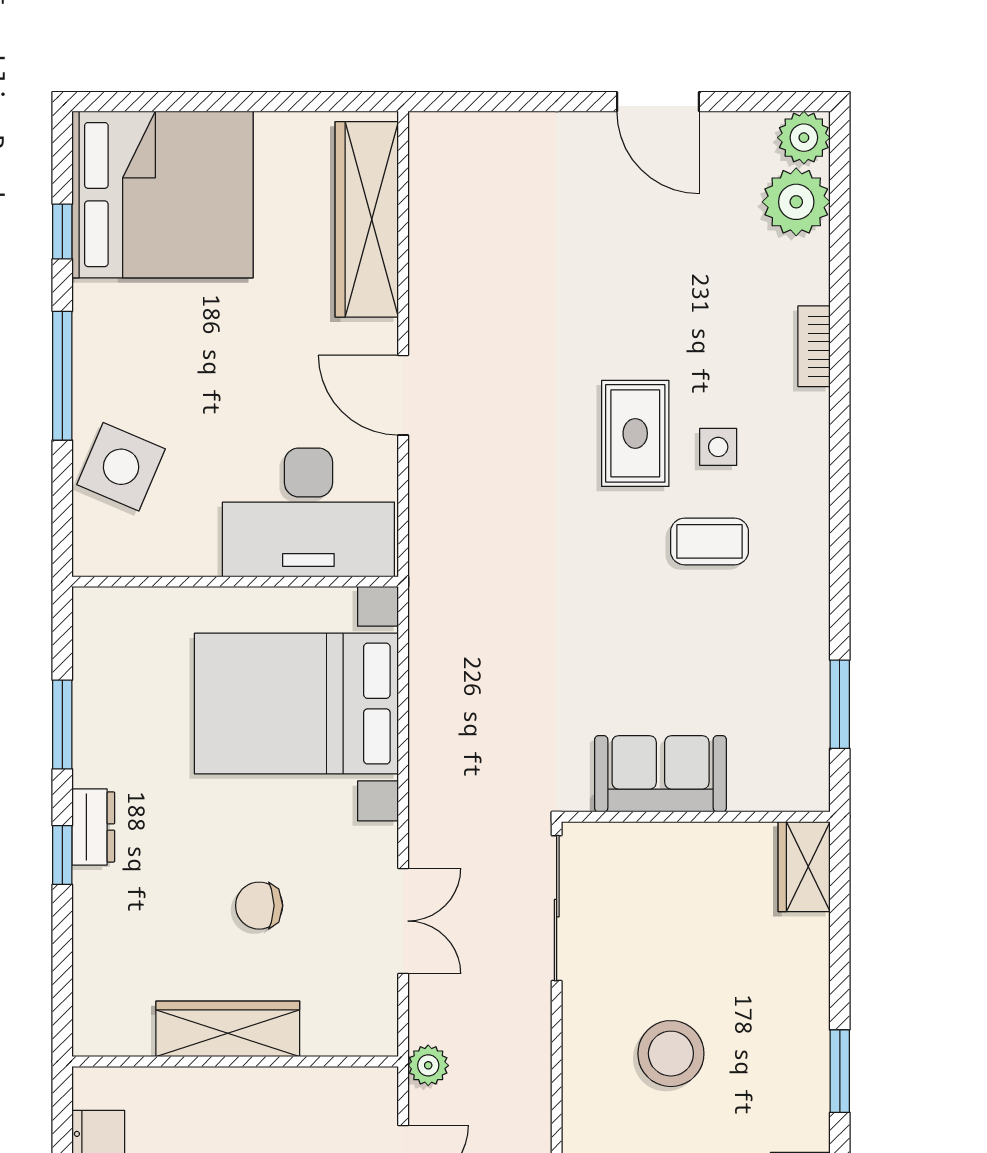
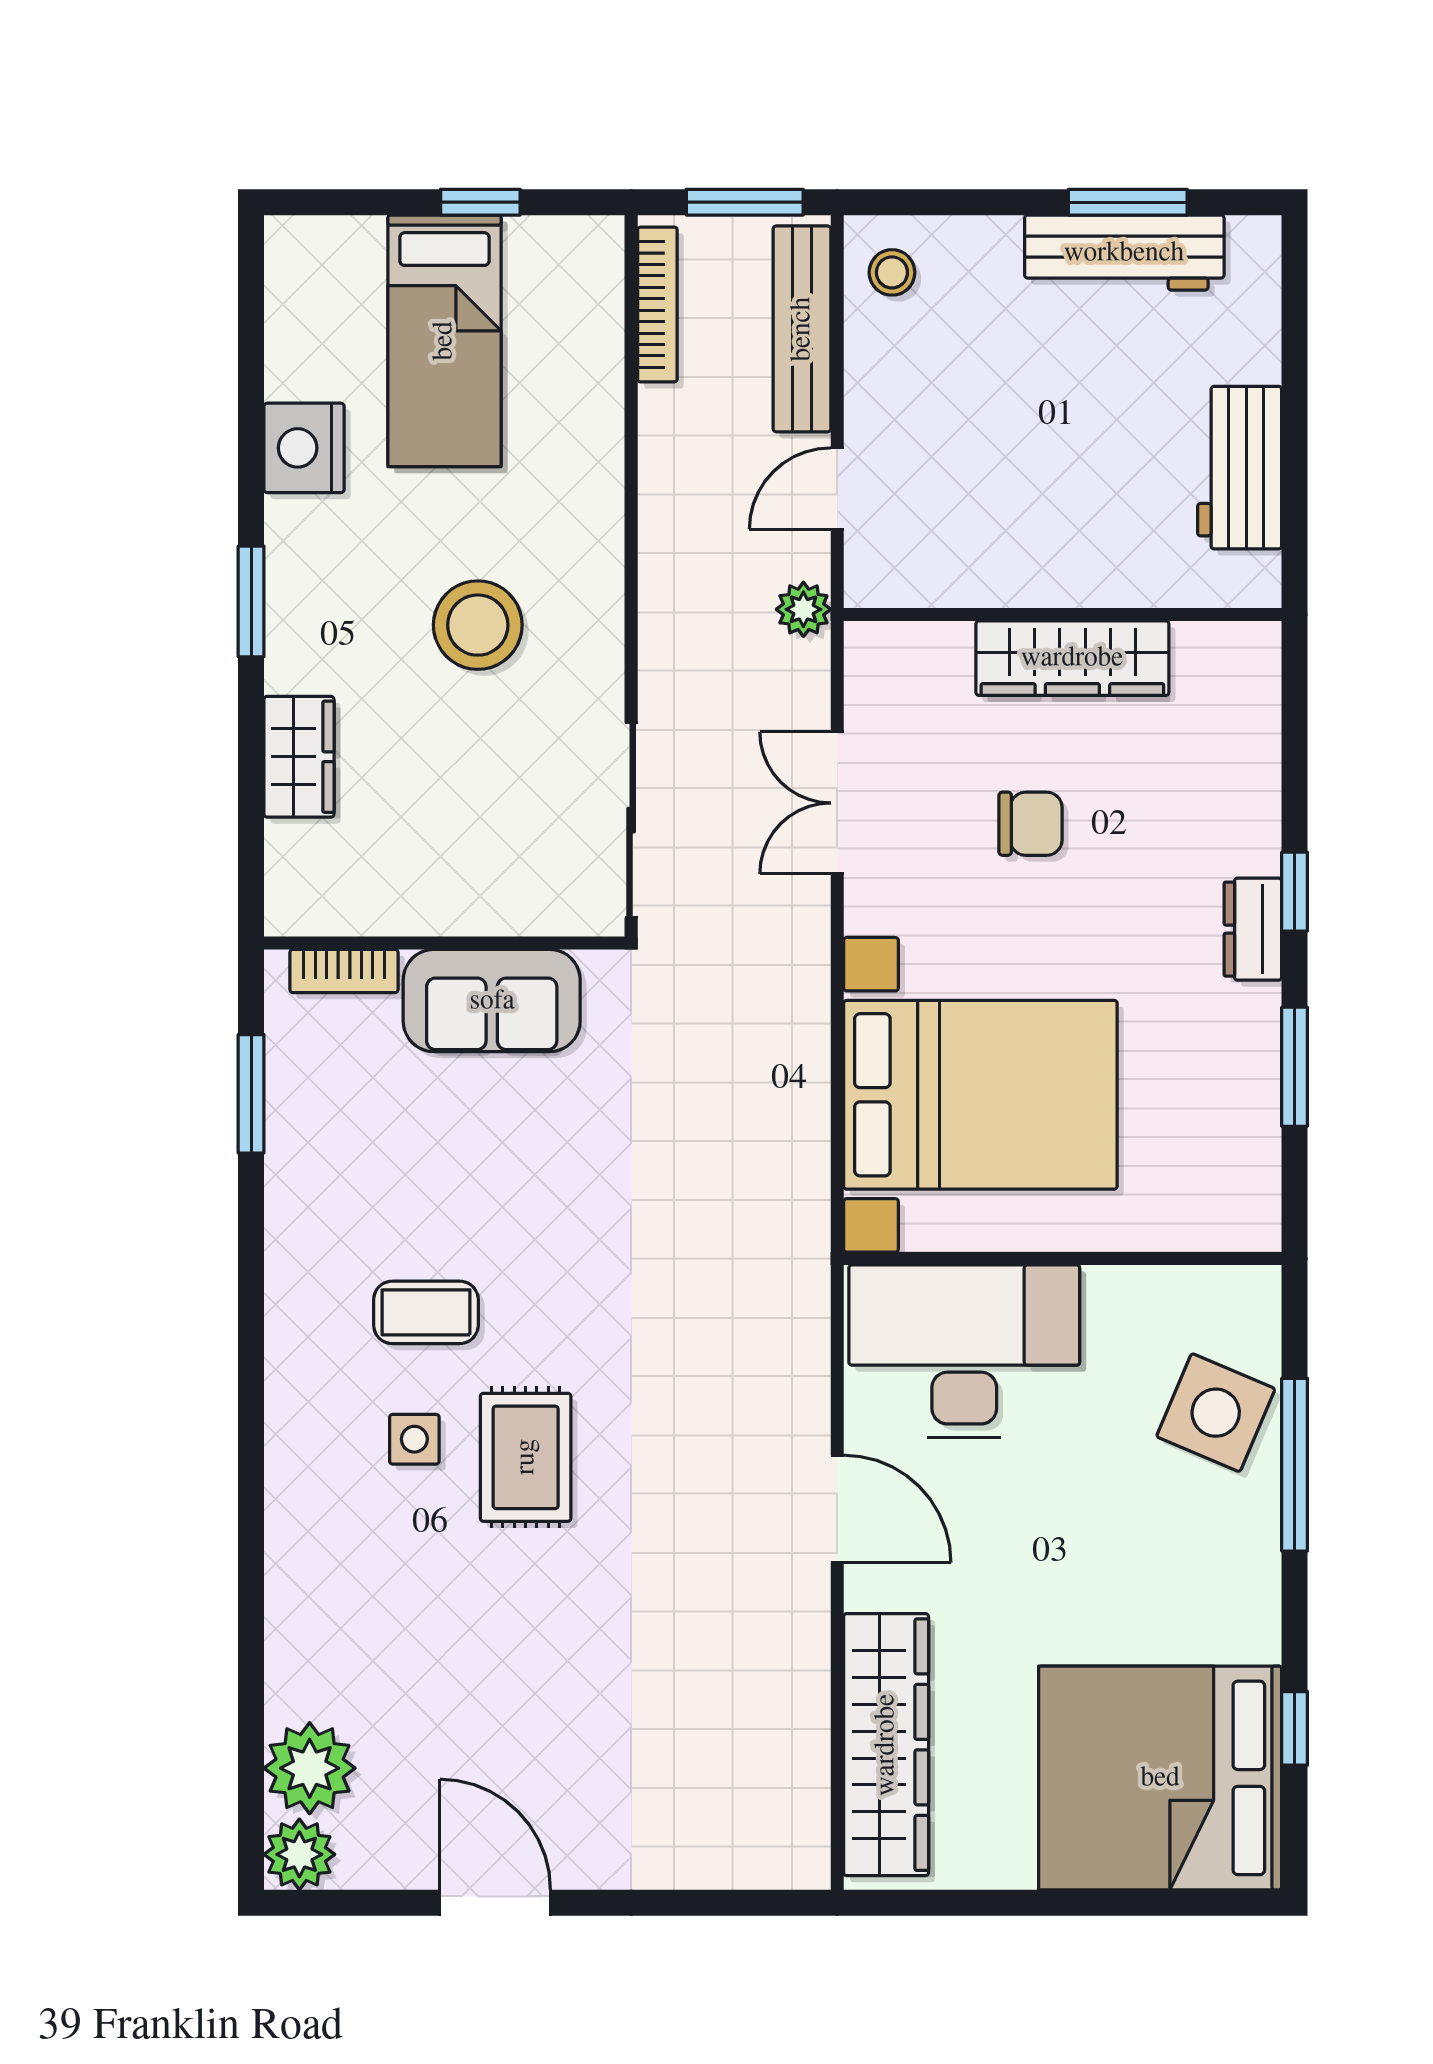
bookcase: (814, 346) -> (344, 971), moved, turned 90
window: (62, 376) -> (1295, 1465), moved
wardrobe: (804, 867) -> (299, 757), moved

